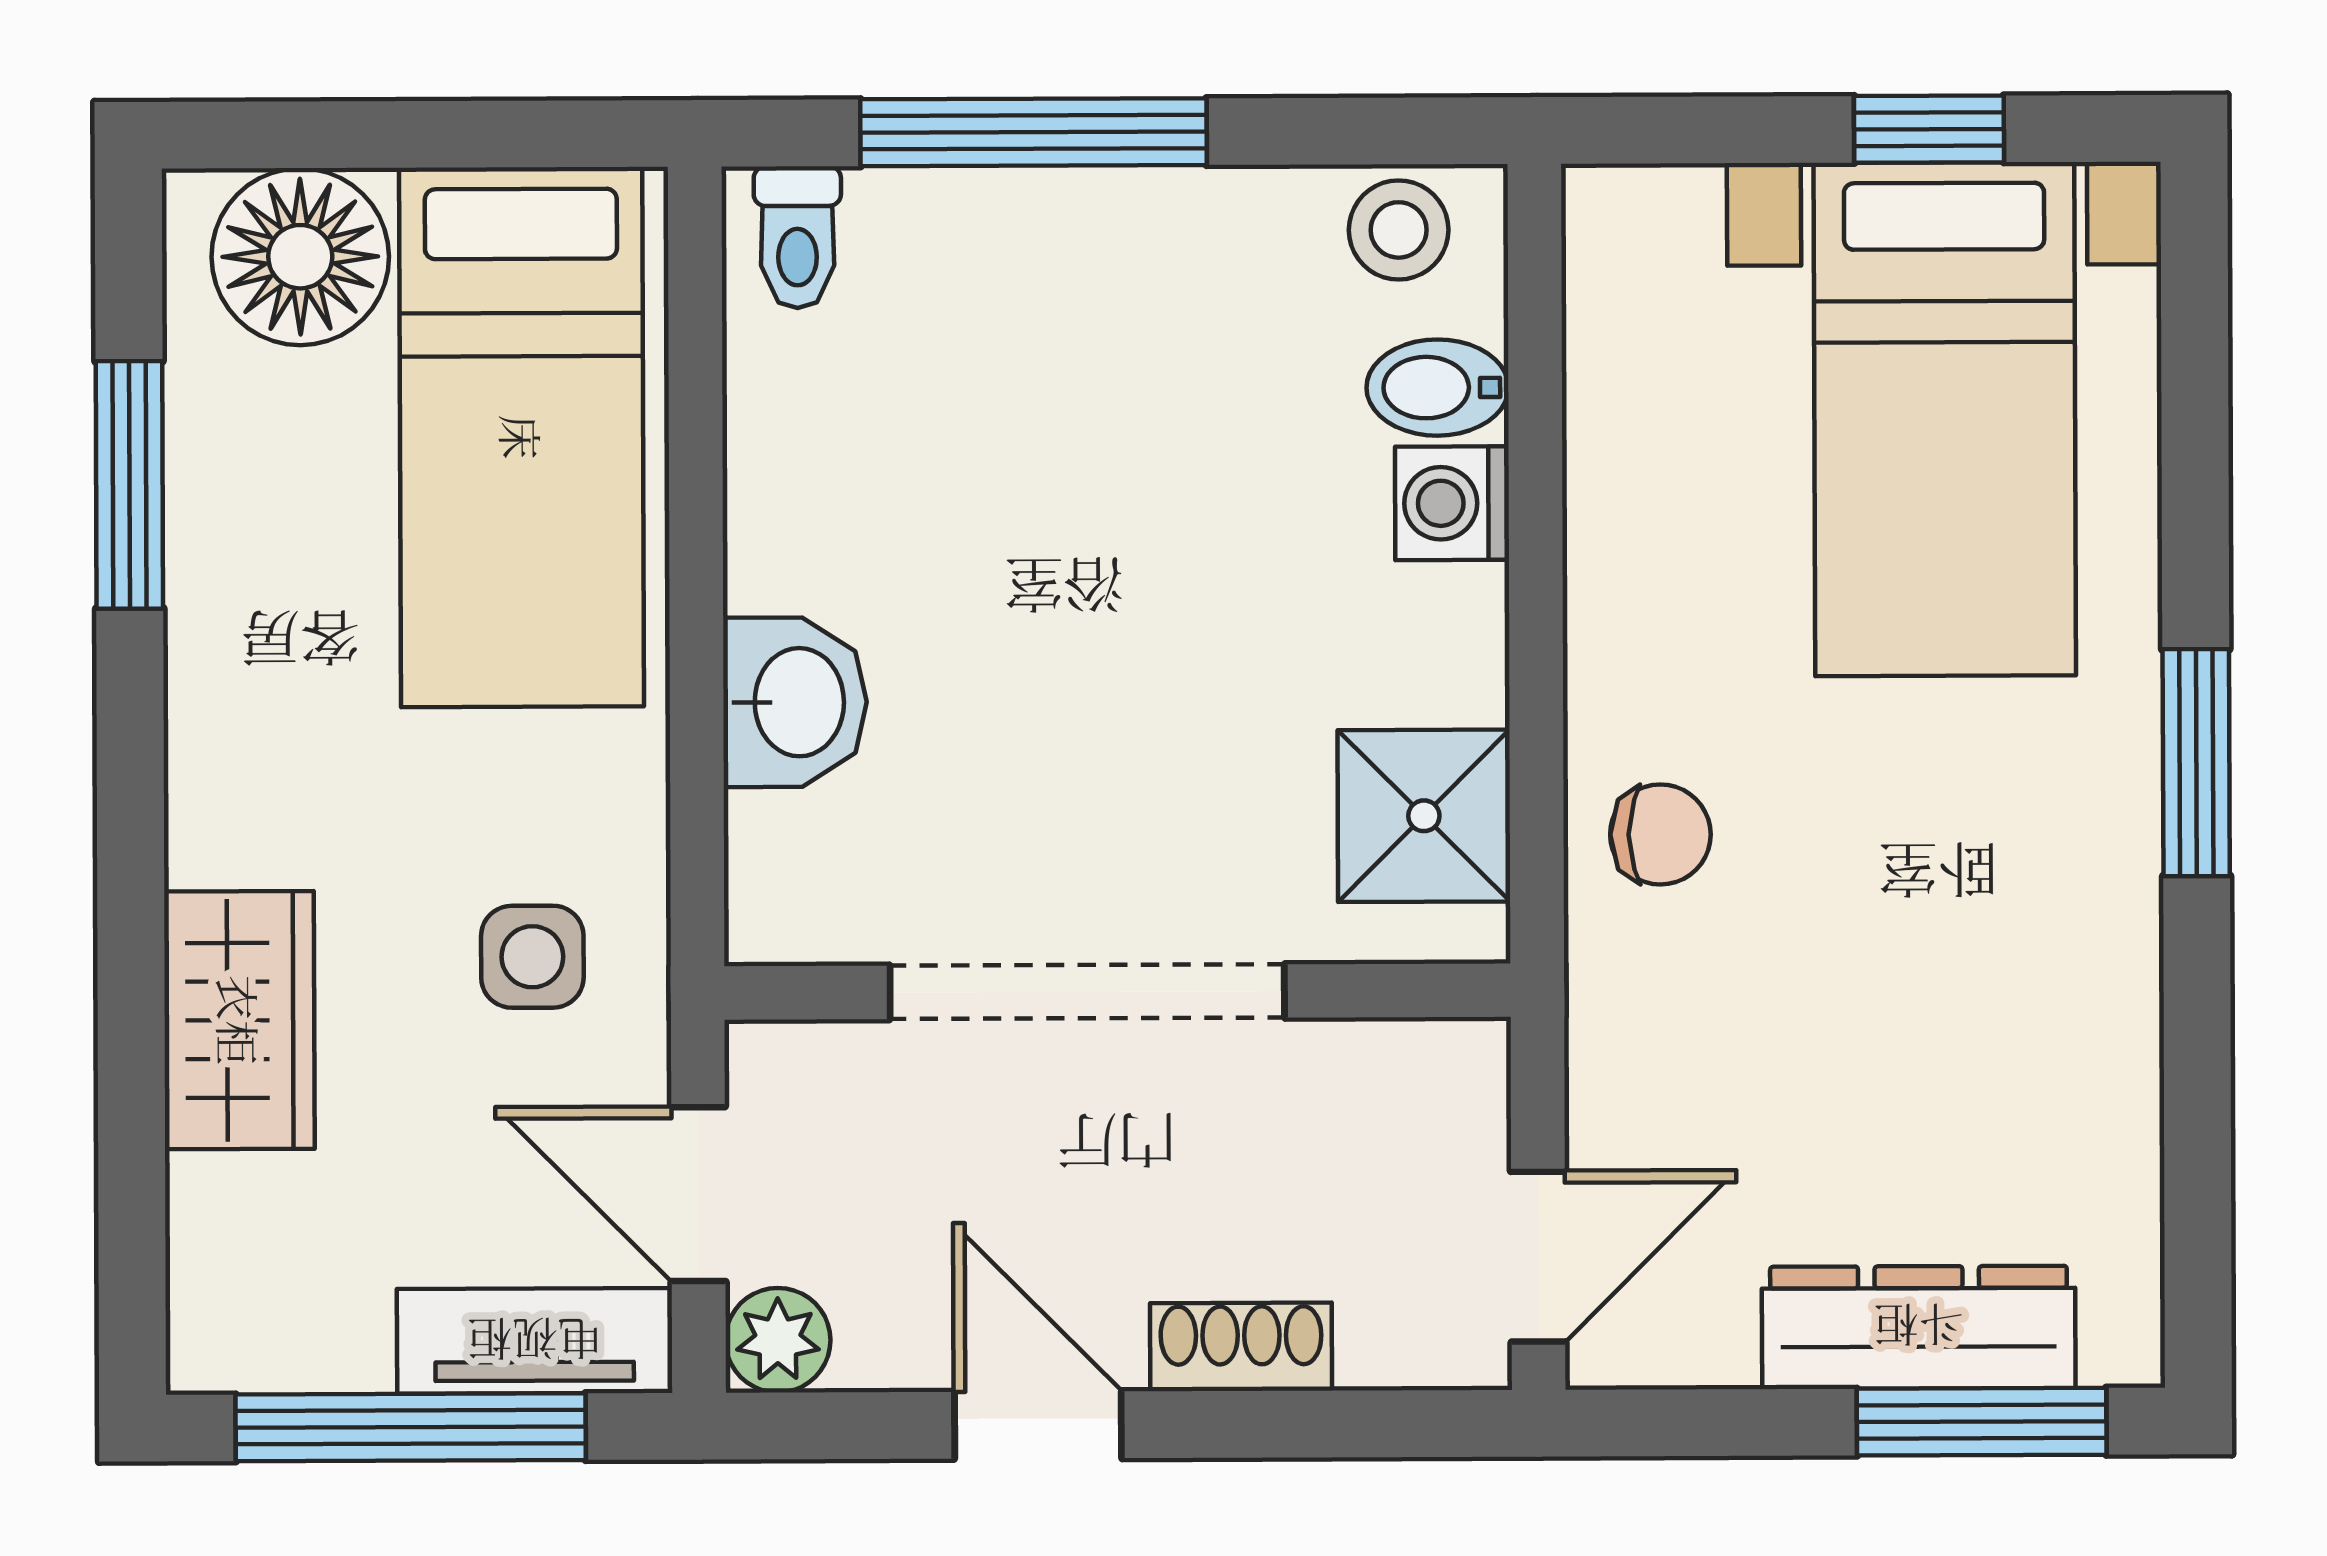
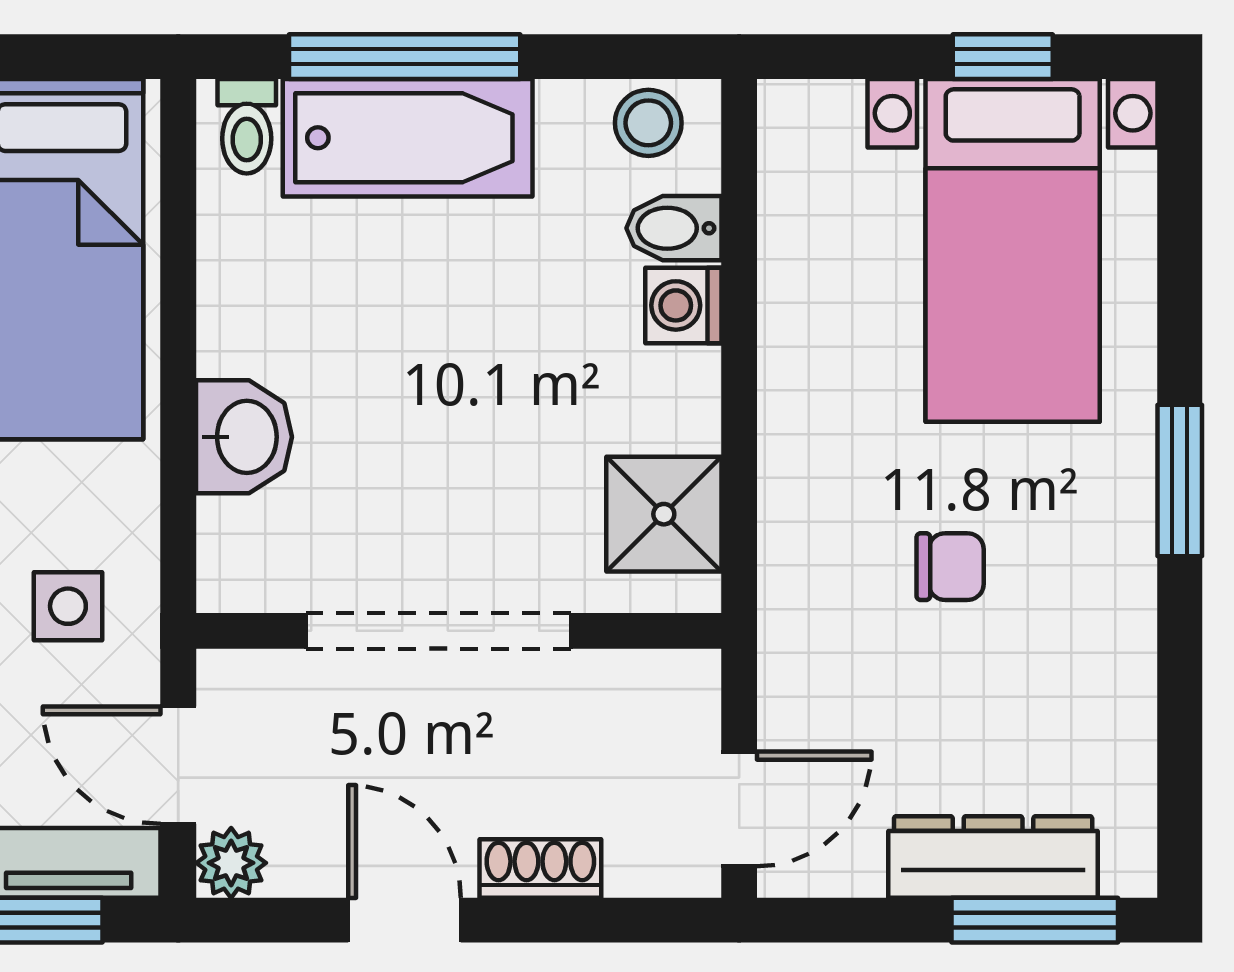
bathtub: (1038, 254) -> (408, 138), added
chair: (1660, 834) -> (950, 567), moved

